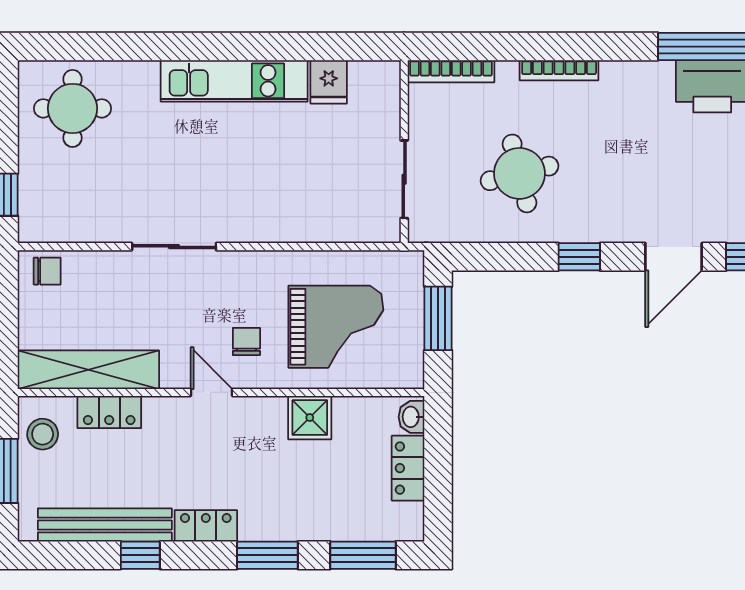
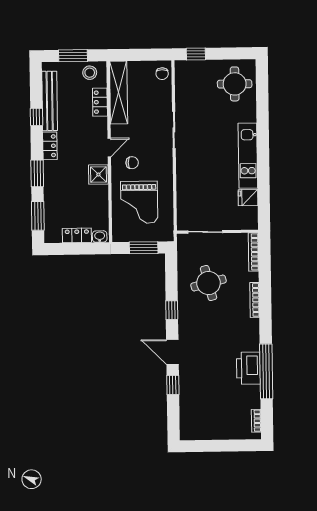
shower: (310, 418) -> (98, 174), moved

